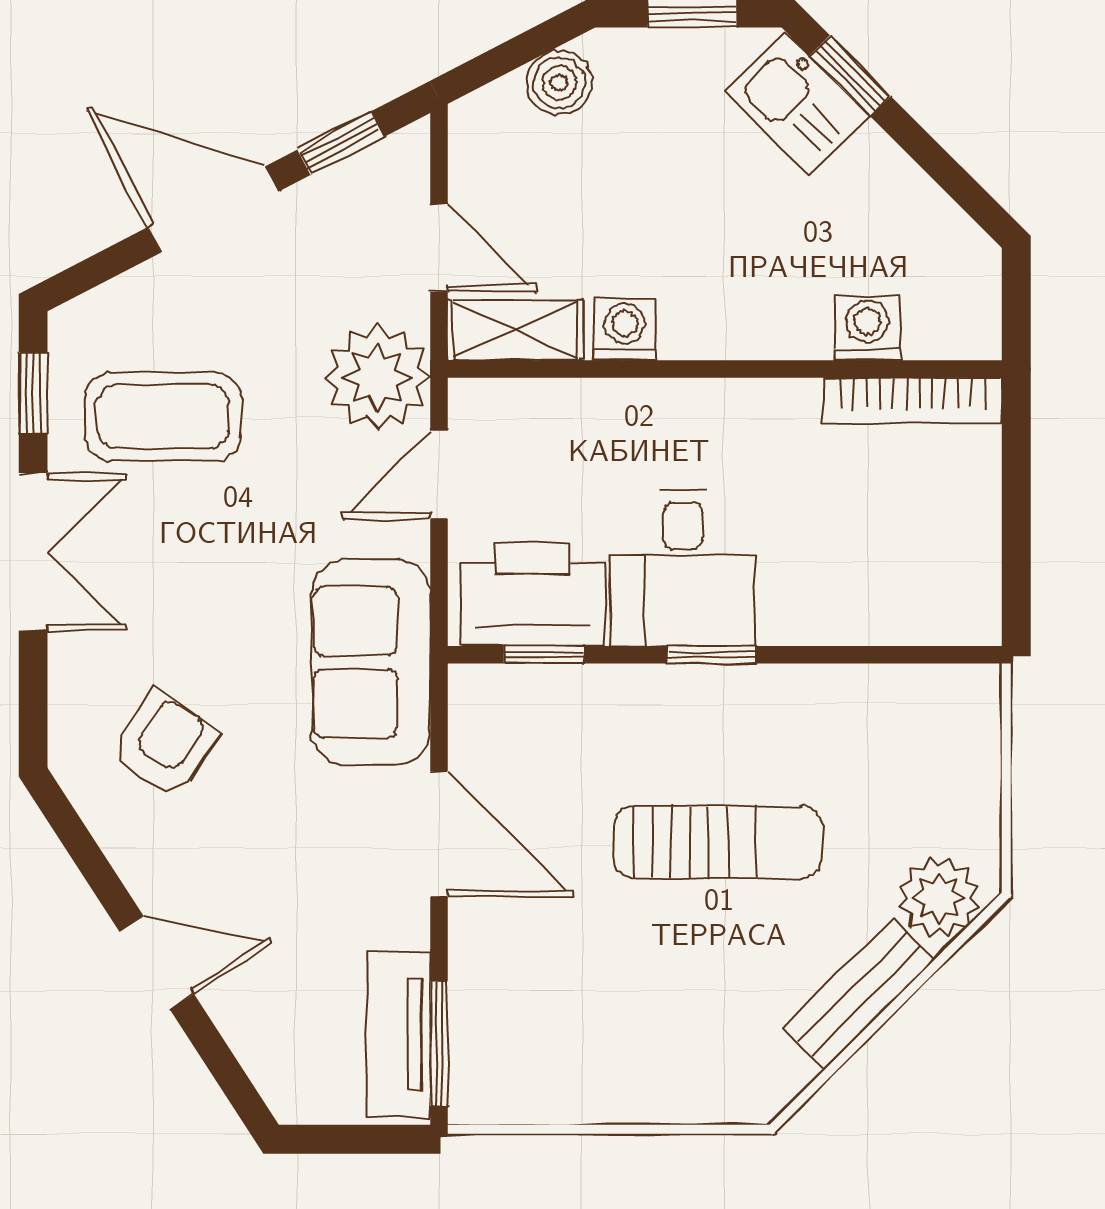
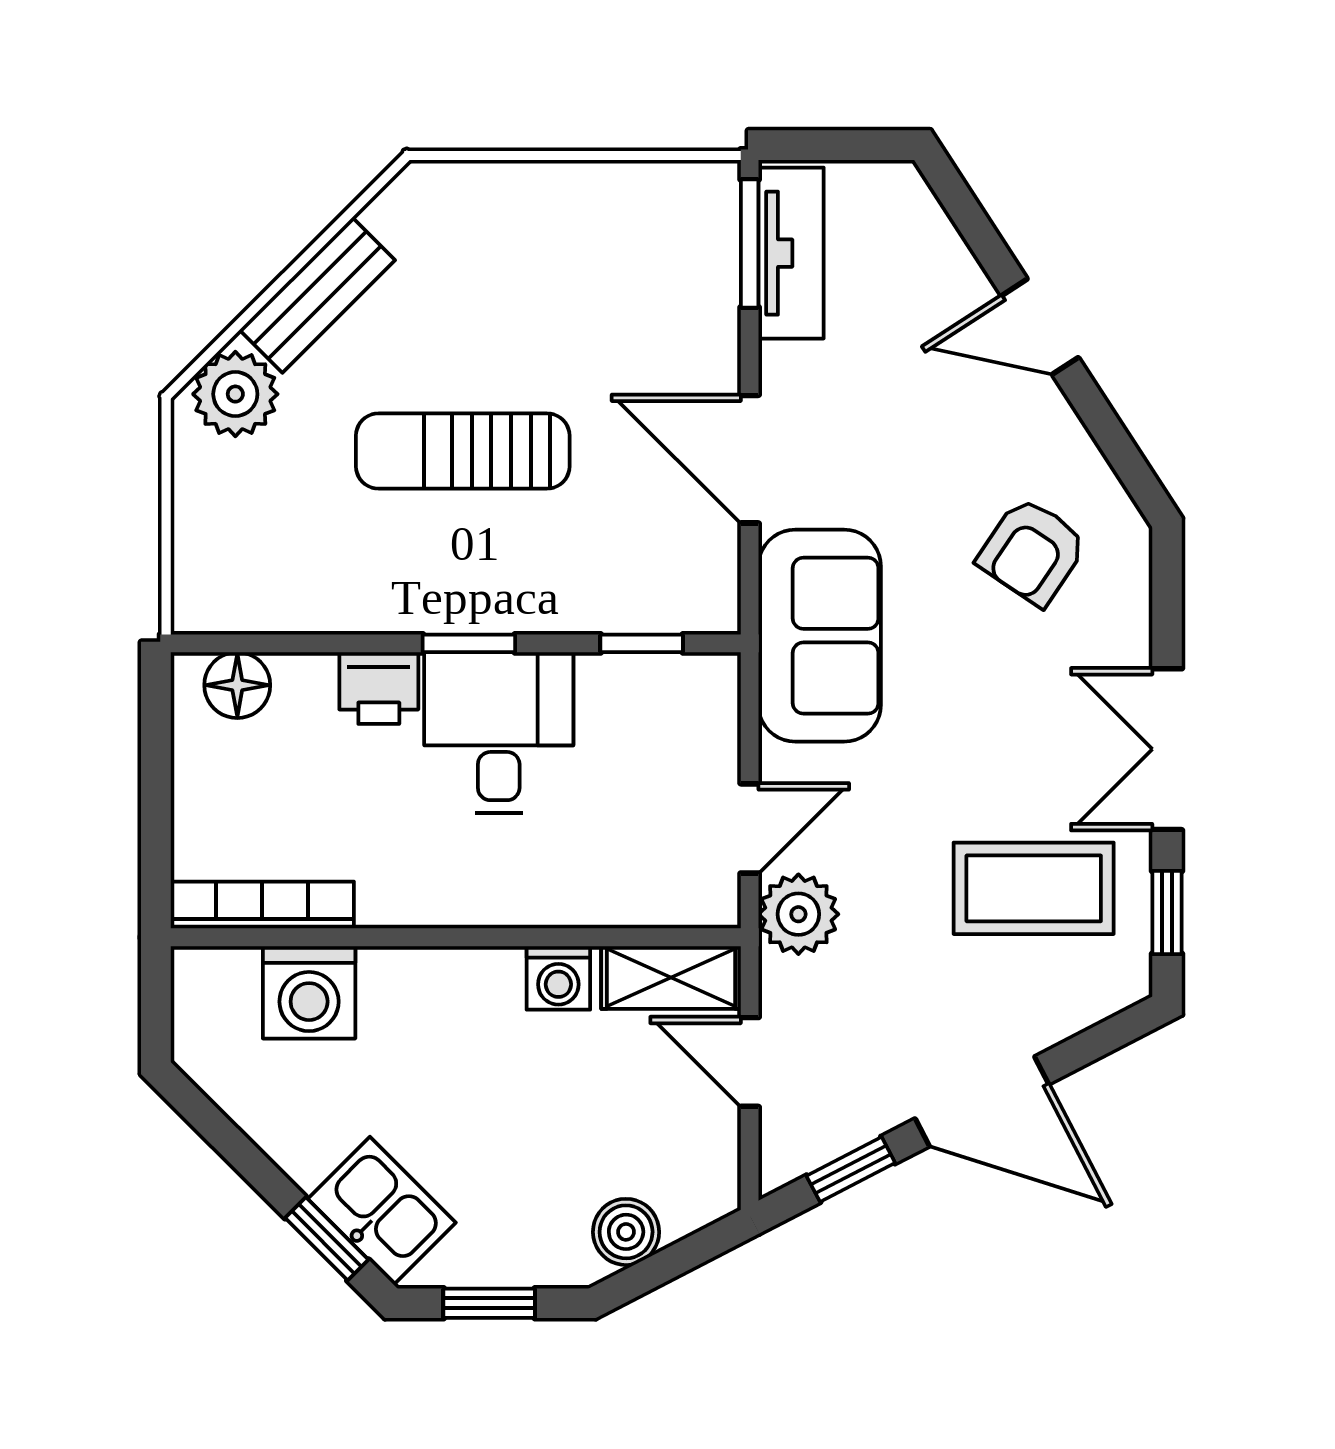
washing machine: (867, 328) -> (309, 992), width x1.38, depth x1.38
plant: (377, 377) -> (798, 914), width x0.73, depth x0.73
printer: (533, 595) -> (379, 688), moved, width x0.53, depth x0.68
floor lamp: (937, 614) -> (237, 685), added

